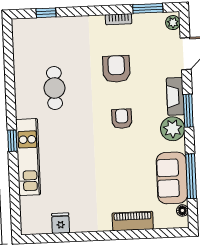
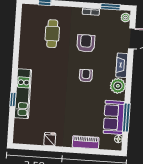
cafe table: (54, 88) -> (52, 34), moved
window: (188, 111) -> (129, 75), removed
window: (12, 141) -> (13, 100), moved
fridge: (61, 223) -> (50, 139), moved

